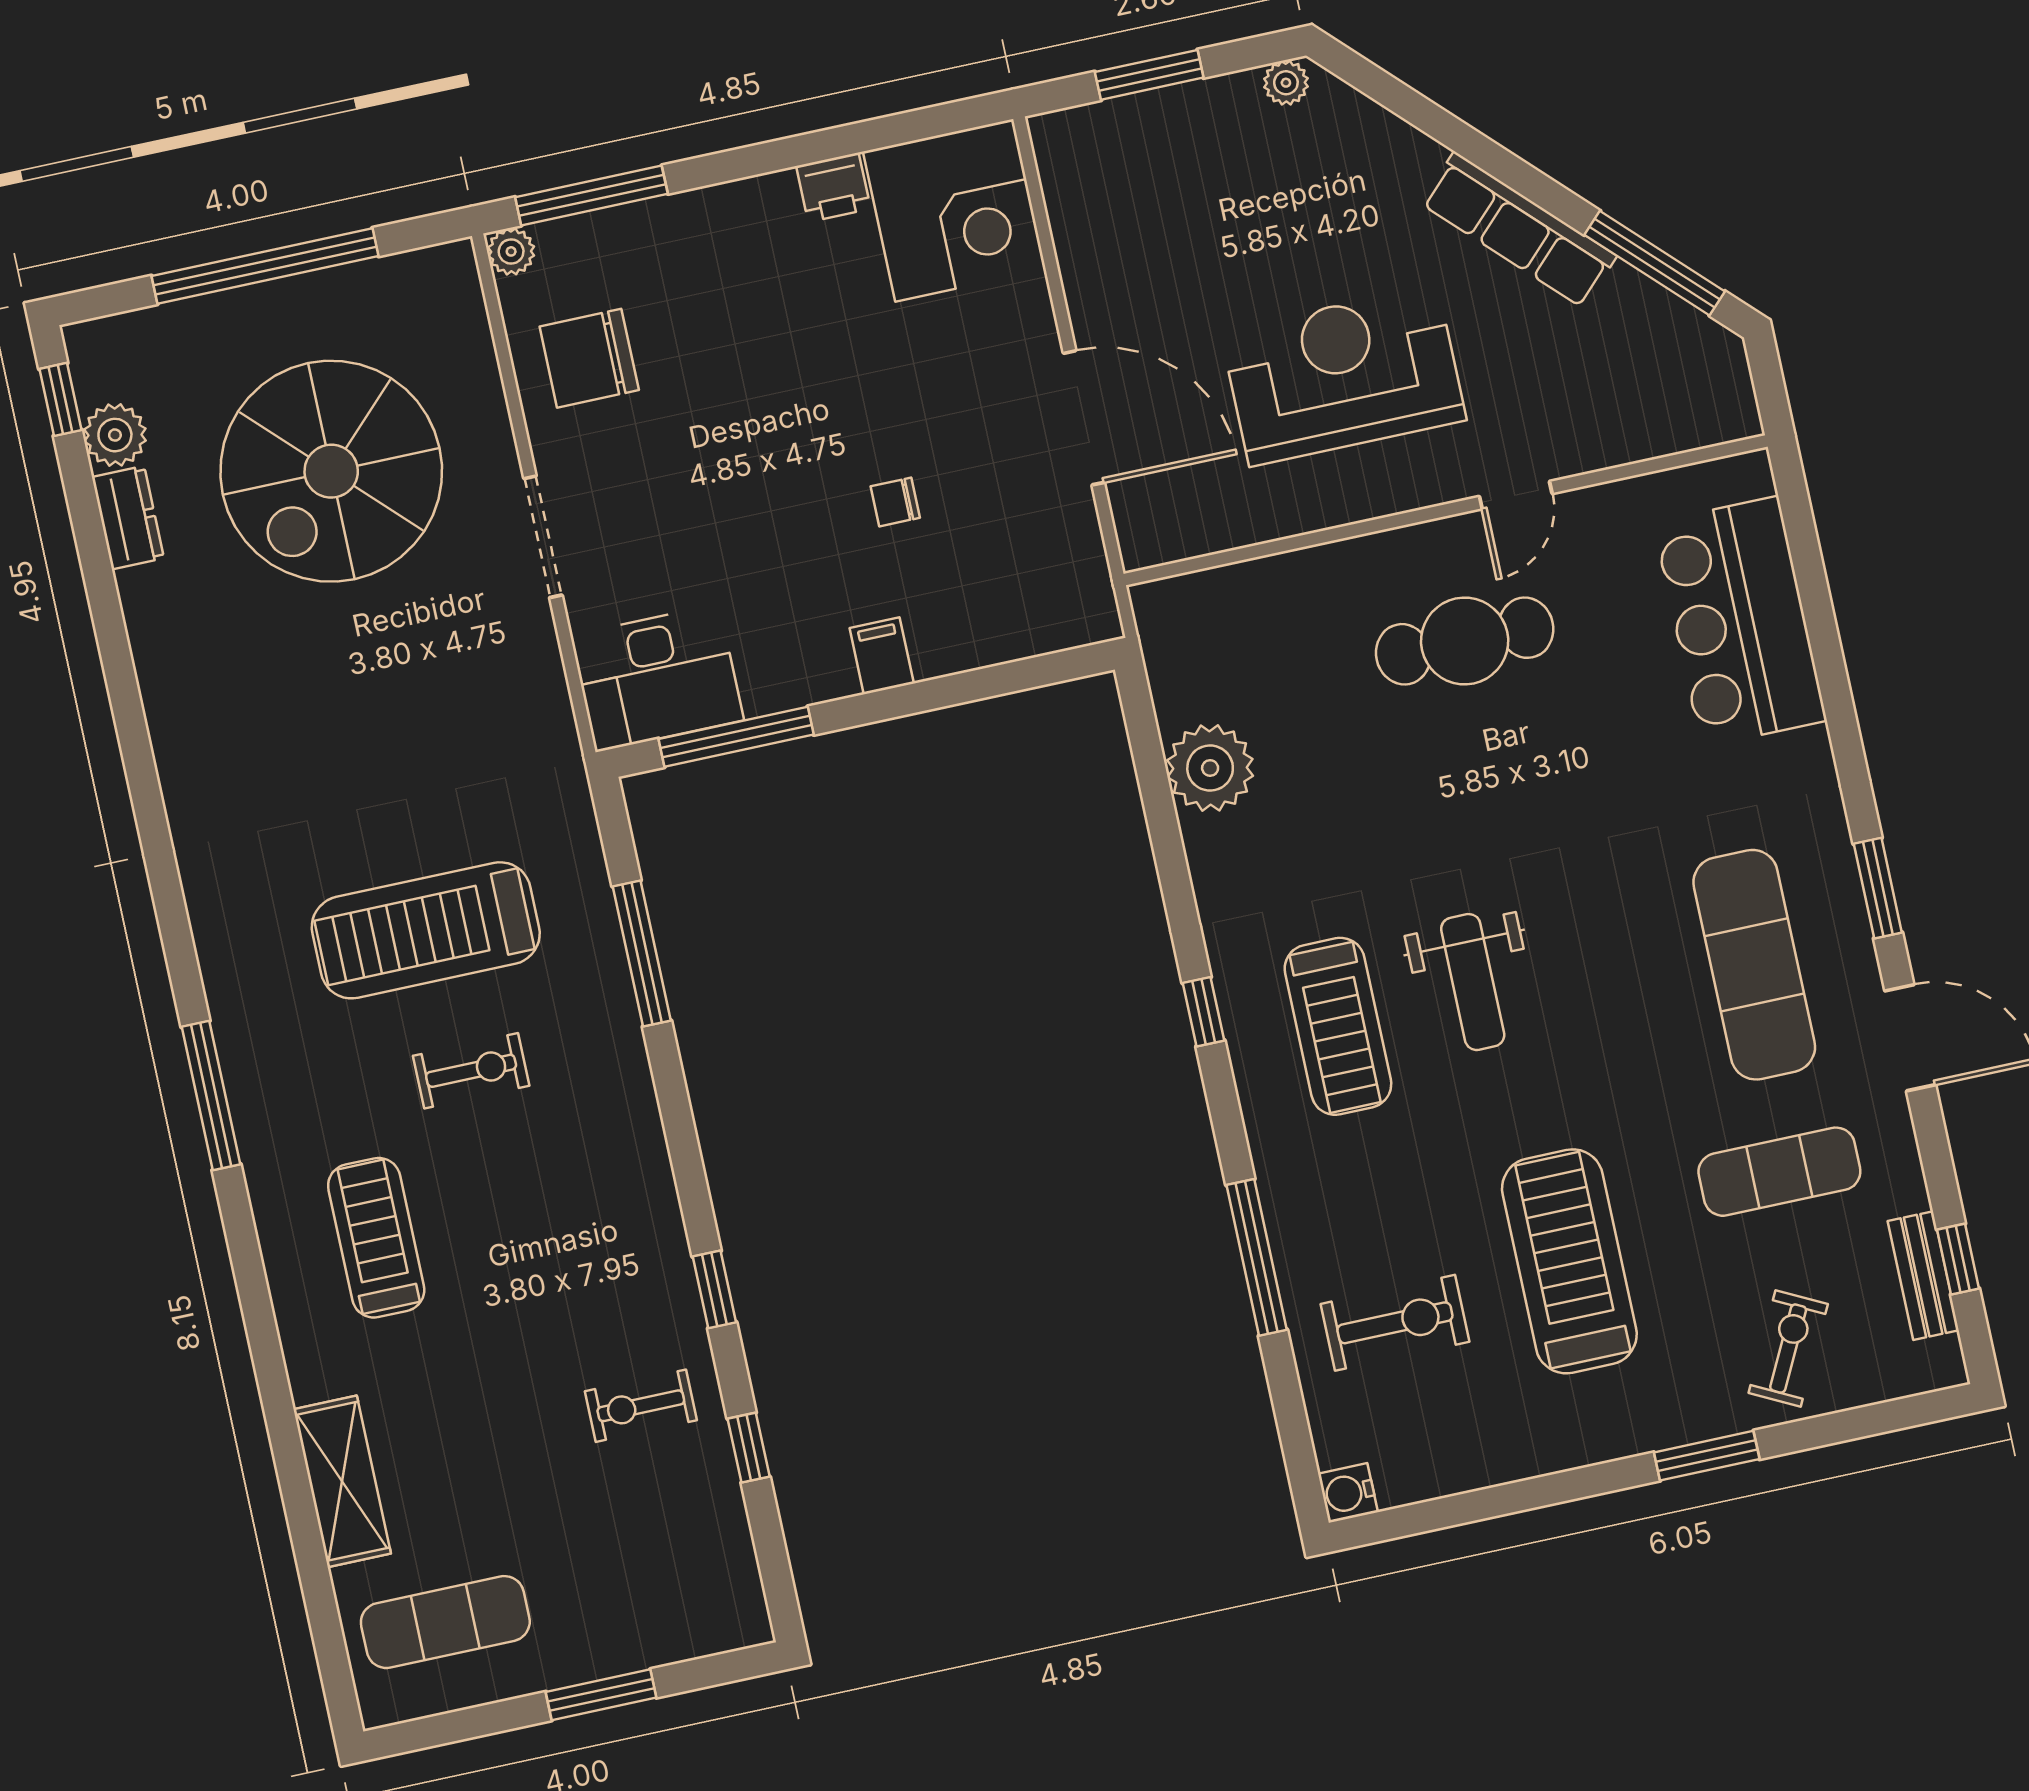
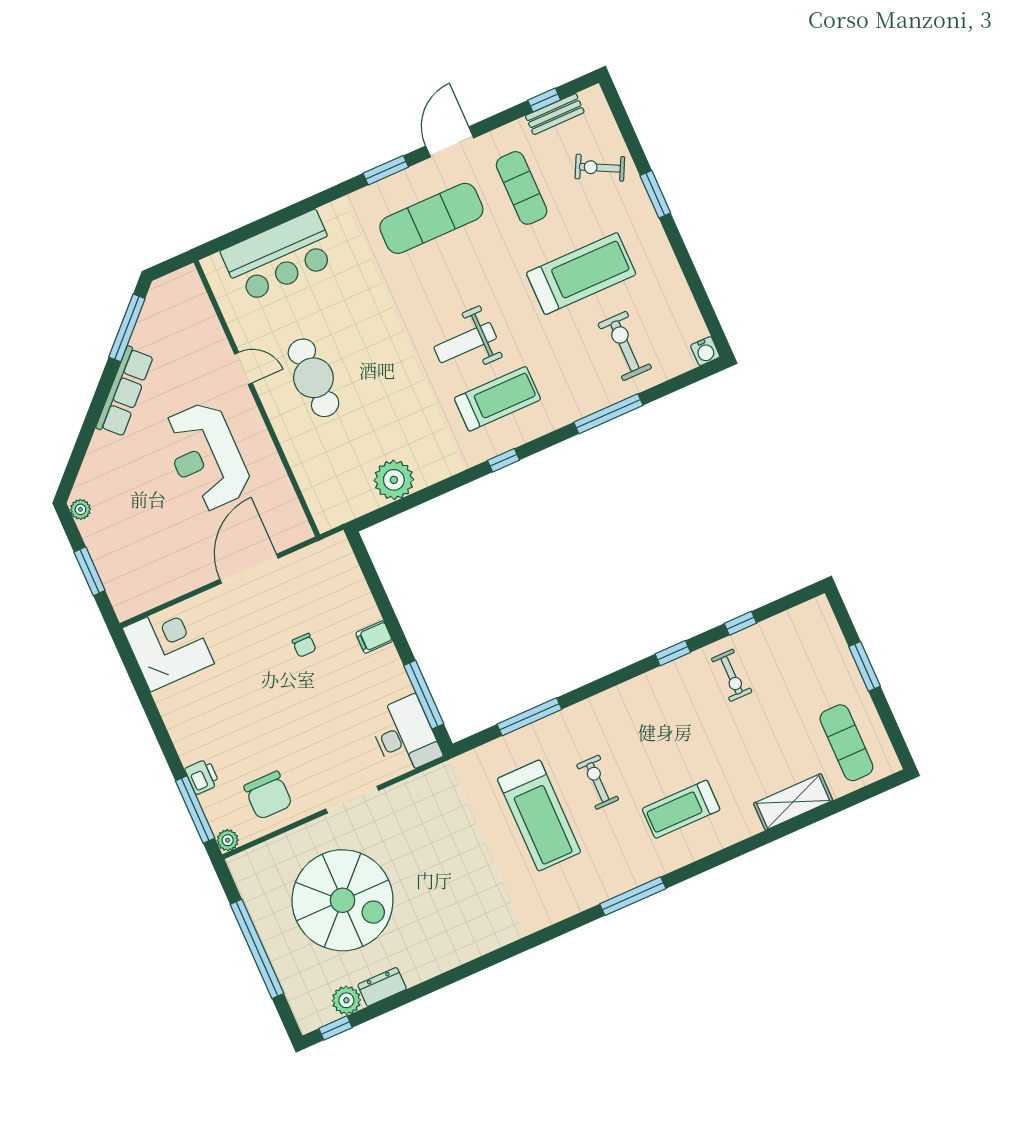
printer: (833, 187) -> (202, 776), moved
weight bench: (1473, 982) -> (465, 343), turned 180
treadmill: (1569, 1261) -> (581, 274), turned 180

